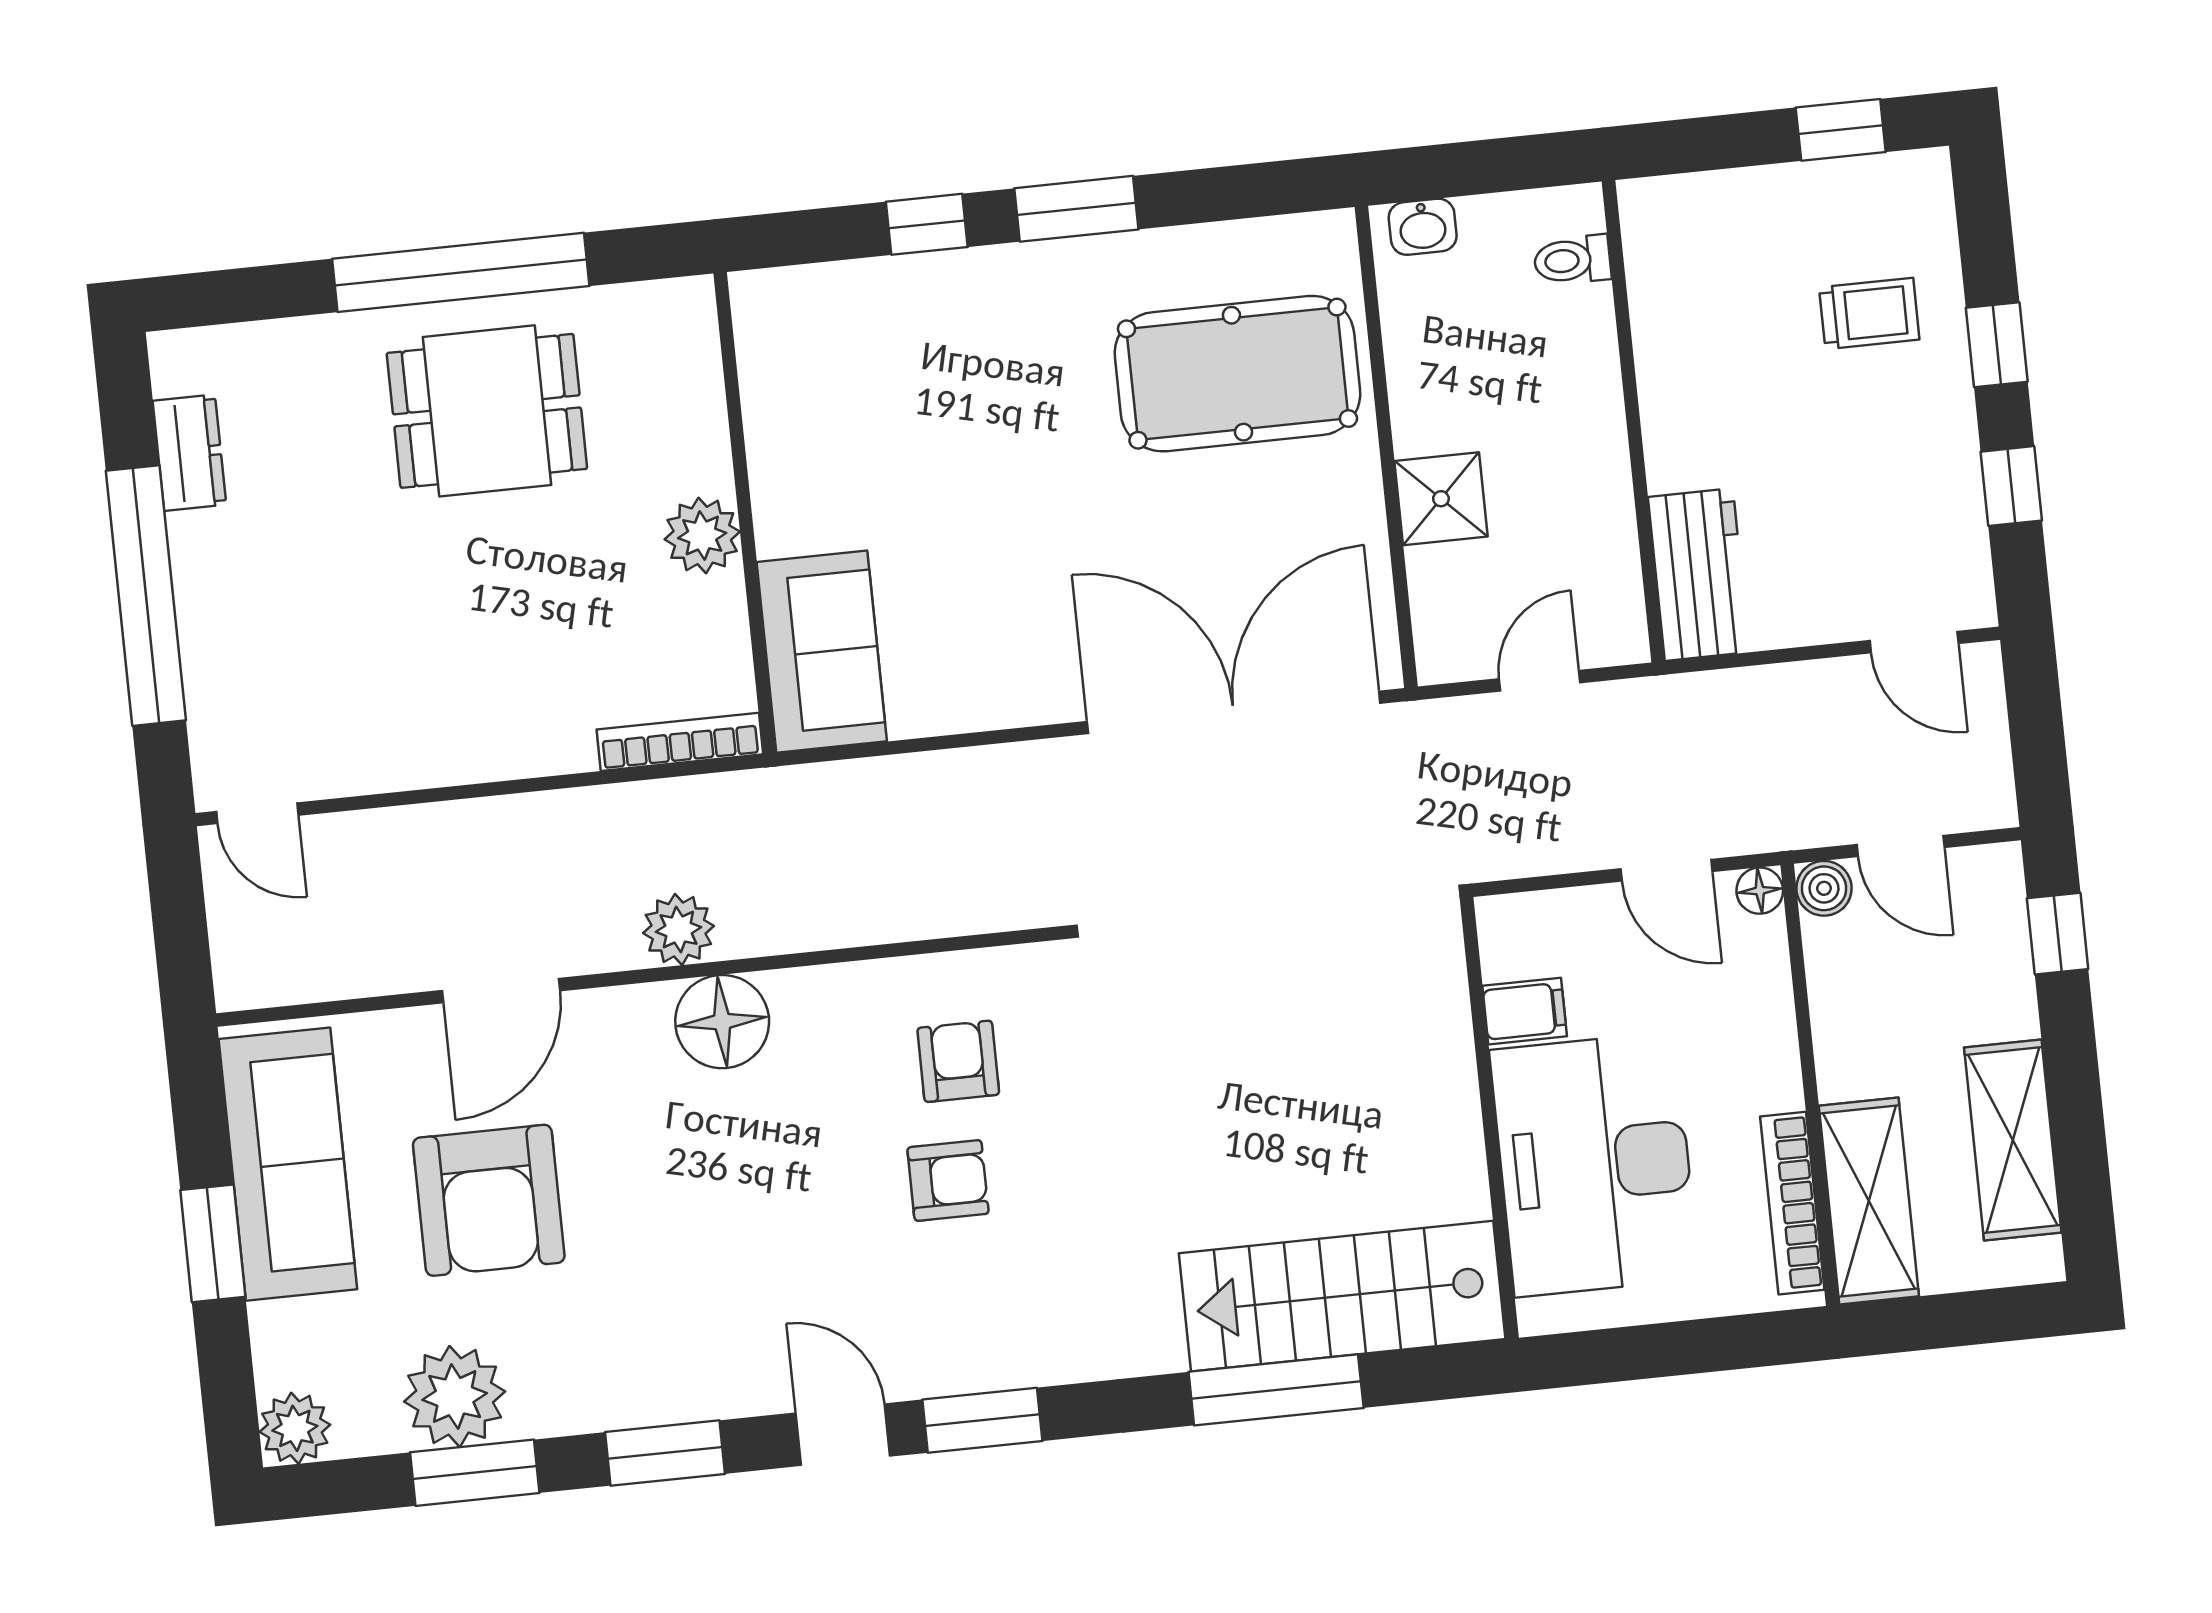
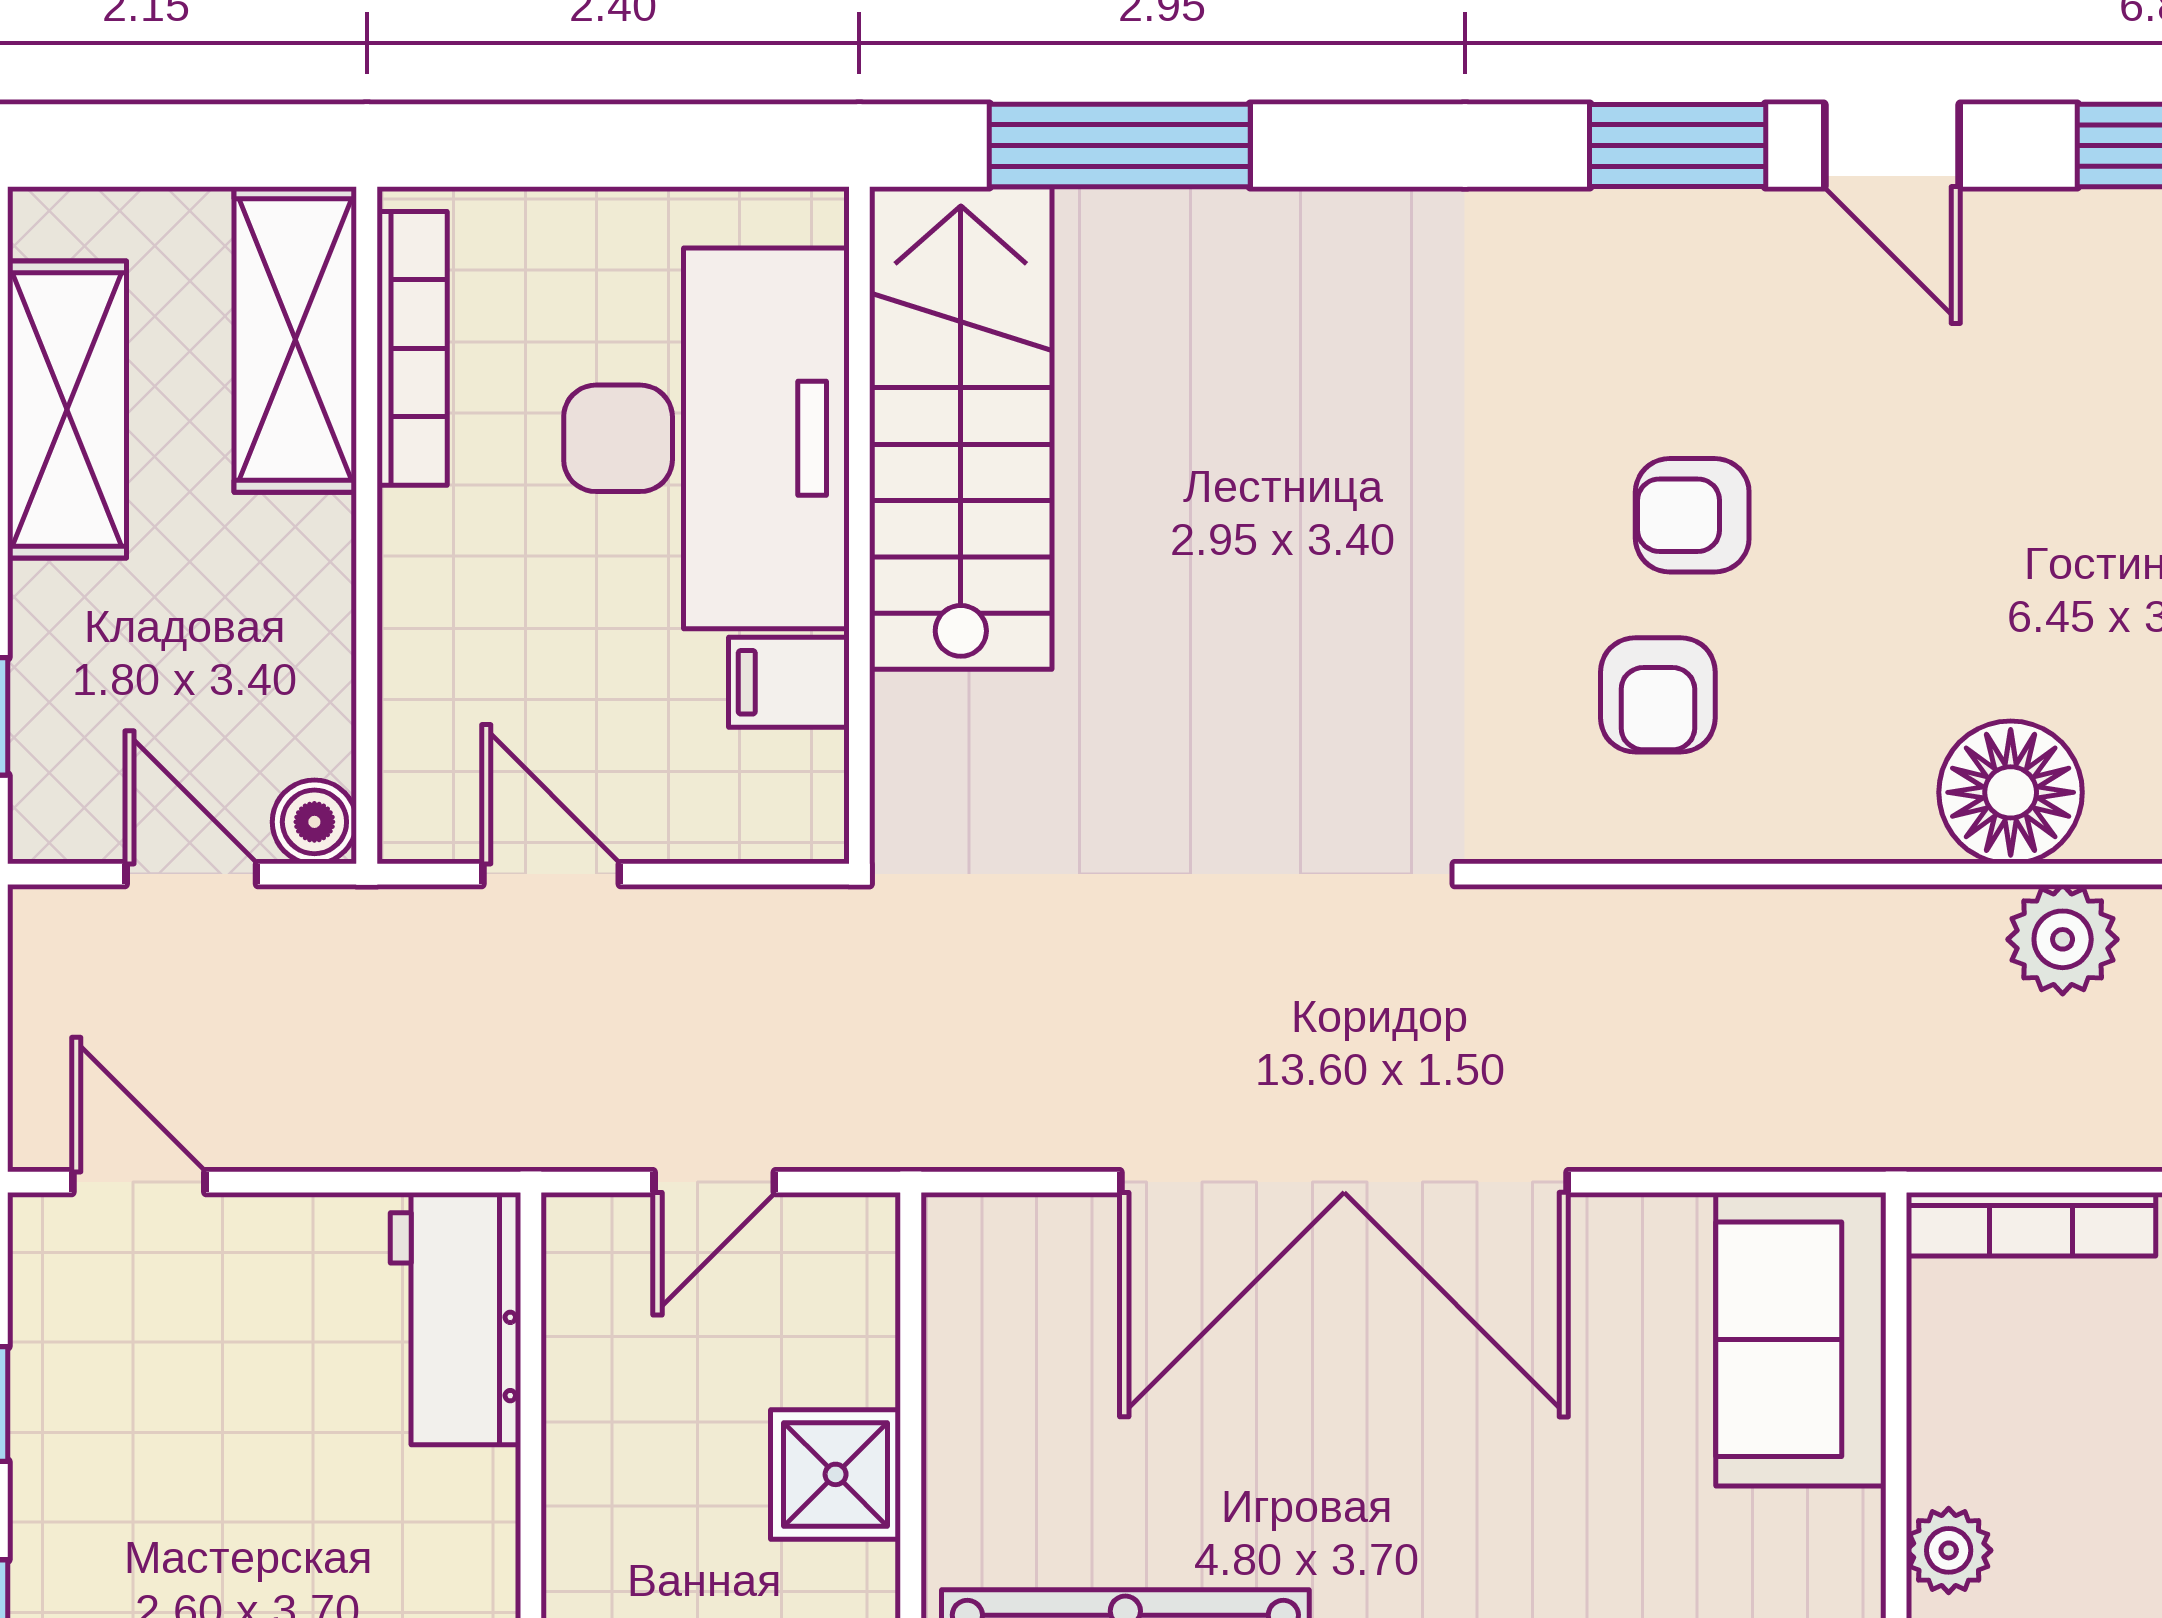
plant: (702, 535) -> (1949, 1550), width x0.73, depth x0.73
double door: (1234, 712) -> (1344, 1182), moved
floor lamp: (1760, 891) -> (413, 828), removed
stairs: (1342, 1296) -> (961, 428), moved, turned -90
window: (1276, 1390) -> (1120, 145), moved

